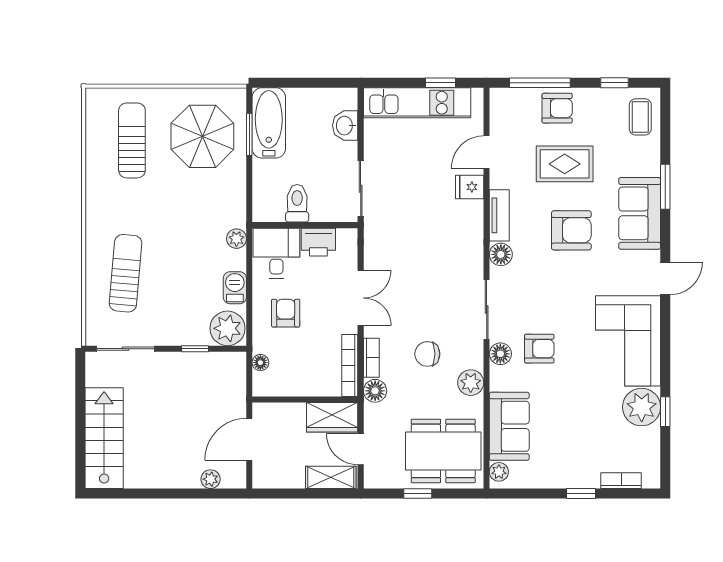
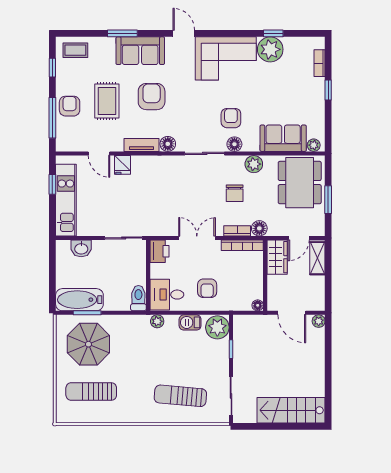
toilet: (297, 203) -> (138, 298), moved, turned 90
printer: (318, 242) -> (159, 251), moved
armchair: (286, 313) -> (207, 288), turned -90
floor lamp: (260, 363) -> (258, 305), moved
plant: (211, 479) -> (319, 321), moved
window: (418, 493) -> (328, 200), width x1.50

